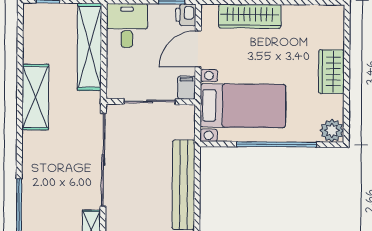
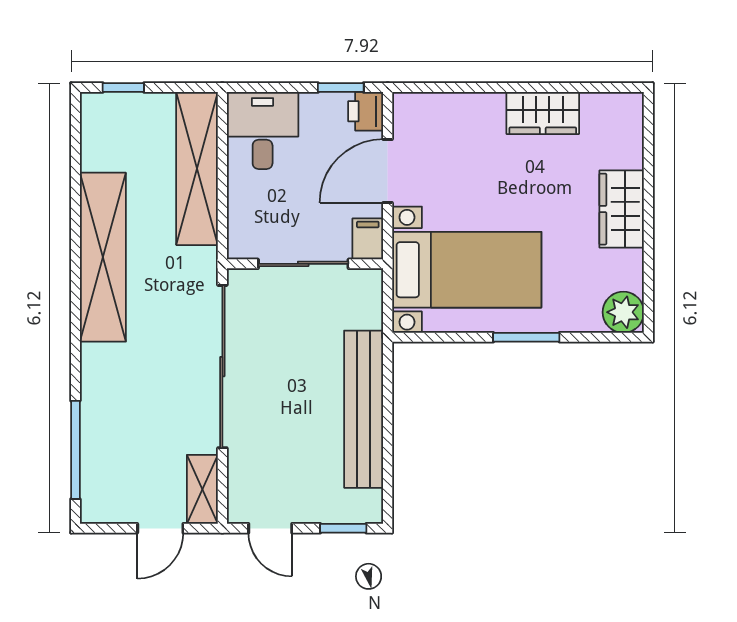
wardrobe: (250, 16) -> (543, 113), moved, width x0.67
shelving: (35, 97) -> (103, 257), width x1.47
window: (277, 144) -> (526, 337), width x0.47

